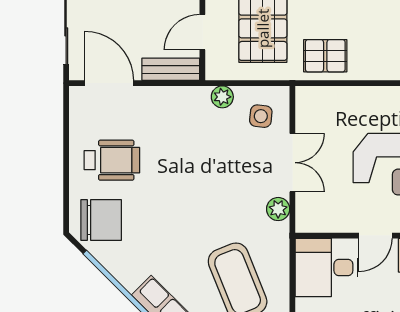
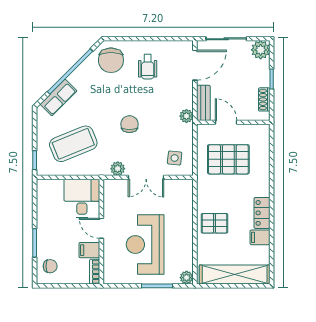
pallet: (325, 56) -> (214, 223), moved, turned 90
plant: (222, 97) -> (186, 116), moved
wheelchair: (112, 160) -> (148, 67), width x0.73, depth x0.73
chair: (206, 190) -> (129, 124), added

